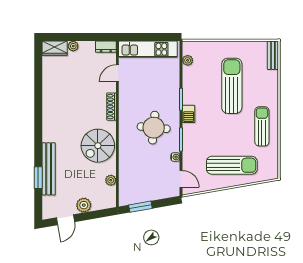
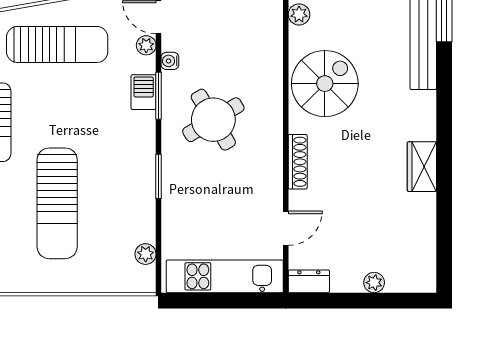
wardrobe: (55, 48) -> (422, 167), moved, turned -90
barbecue: (189, 114) -> (144, 92), moved
round table: (154, 128) -> (213, 120), turned -36
plant: (187, 165) -> (146, 45), added
sun lounger: (232, 165) -> (57, 44), turned 180

